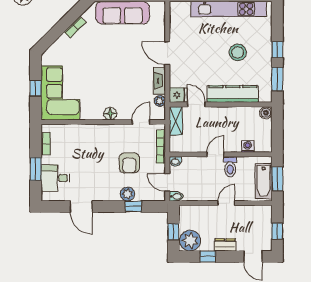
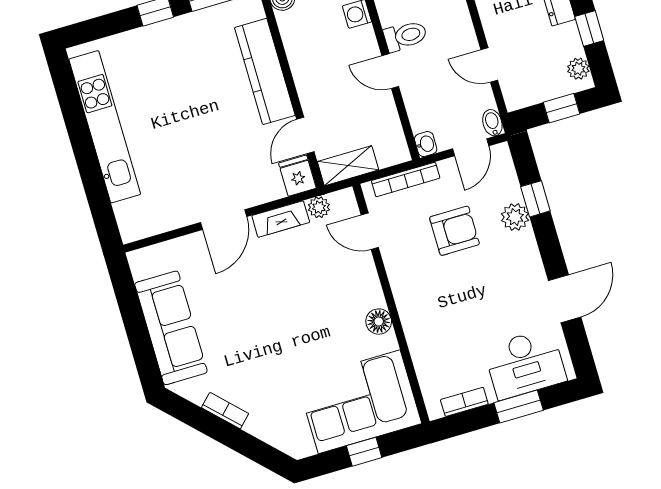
stool: (238, 52) -> (183, 86), removed
floor lamp: (110, 114) -> (379, 322), moved
desk: (55, 178) -> (525, 364), width x1.37
door: (226, 203) -> (489, 65), moved
plant: (190, 241) -> (578, 69), width x0.53, depth x0.53

